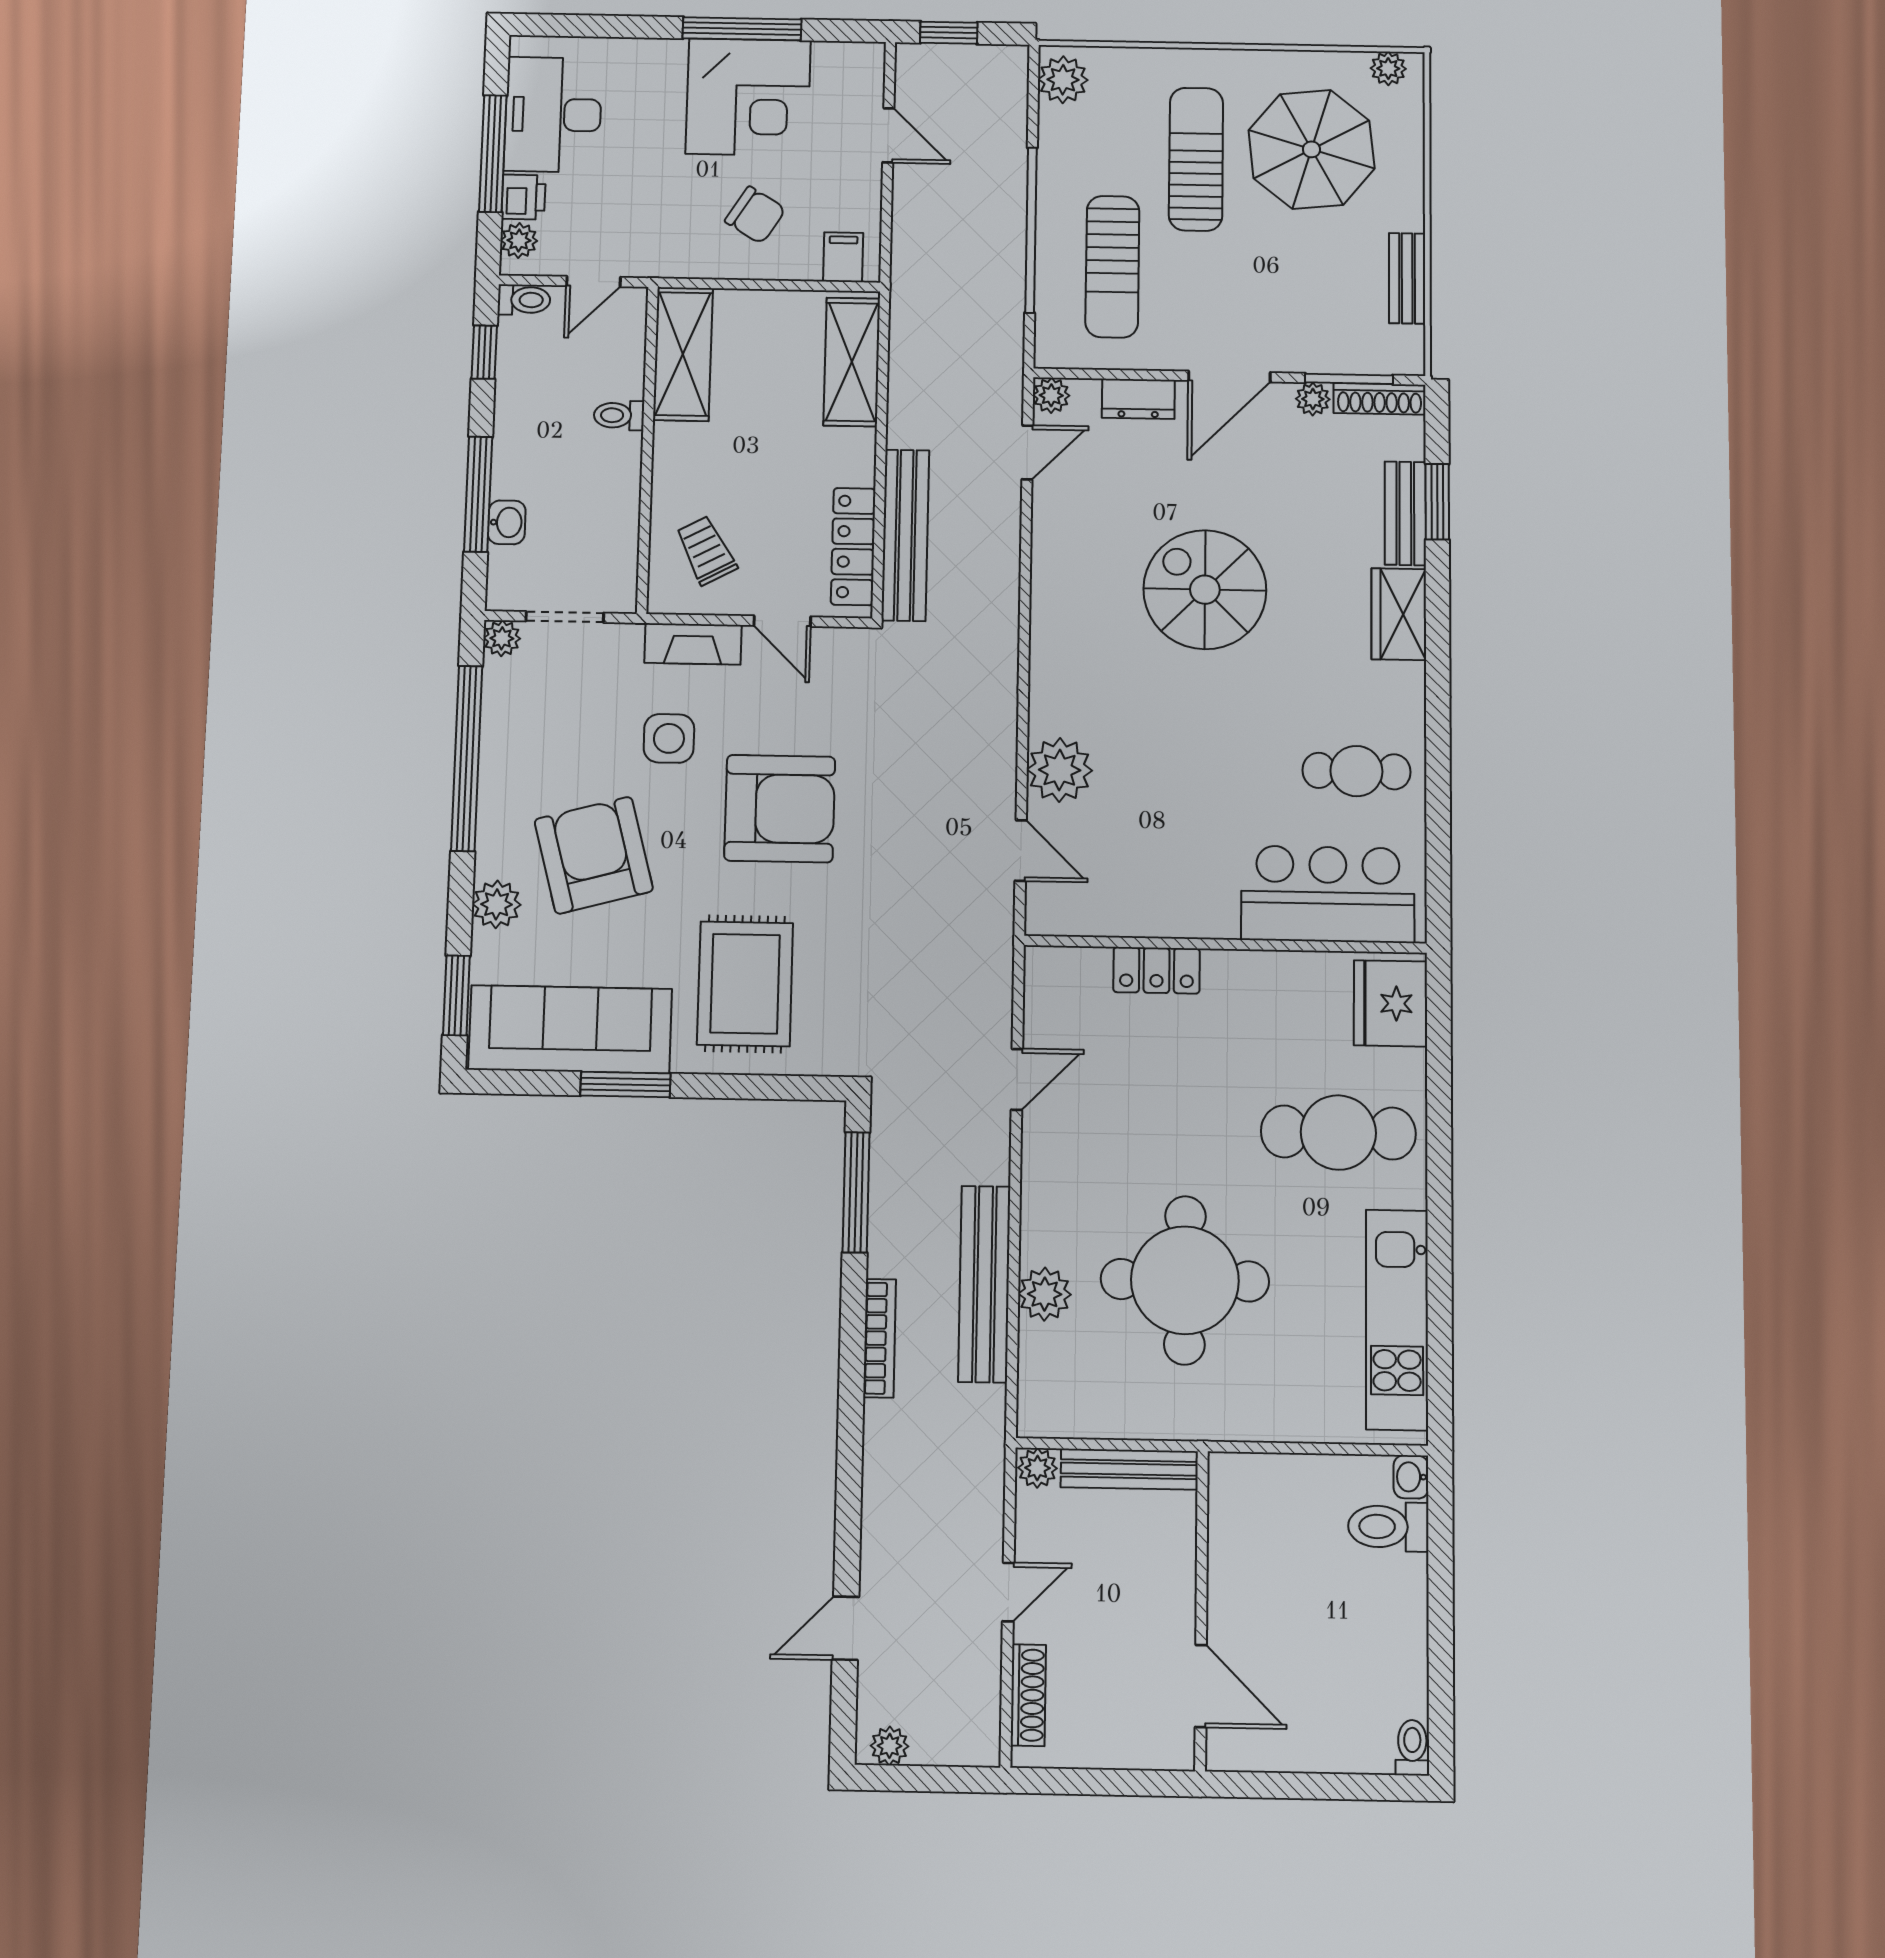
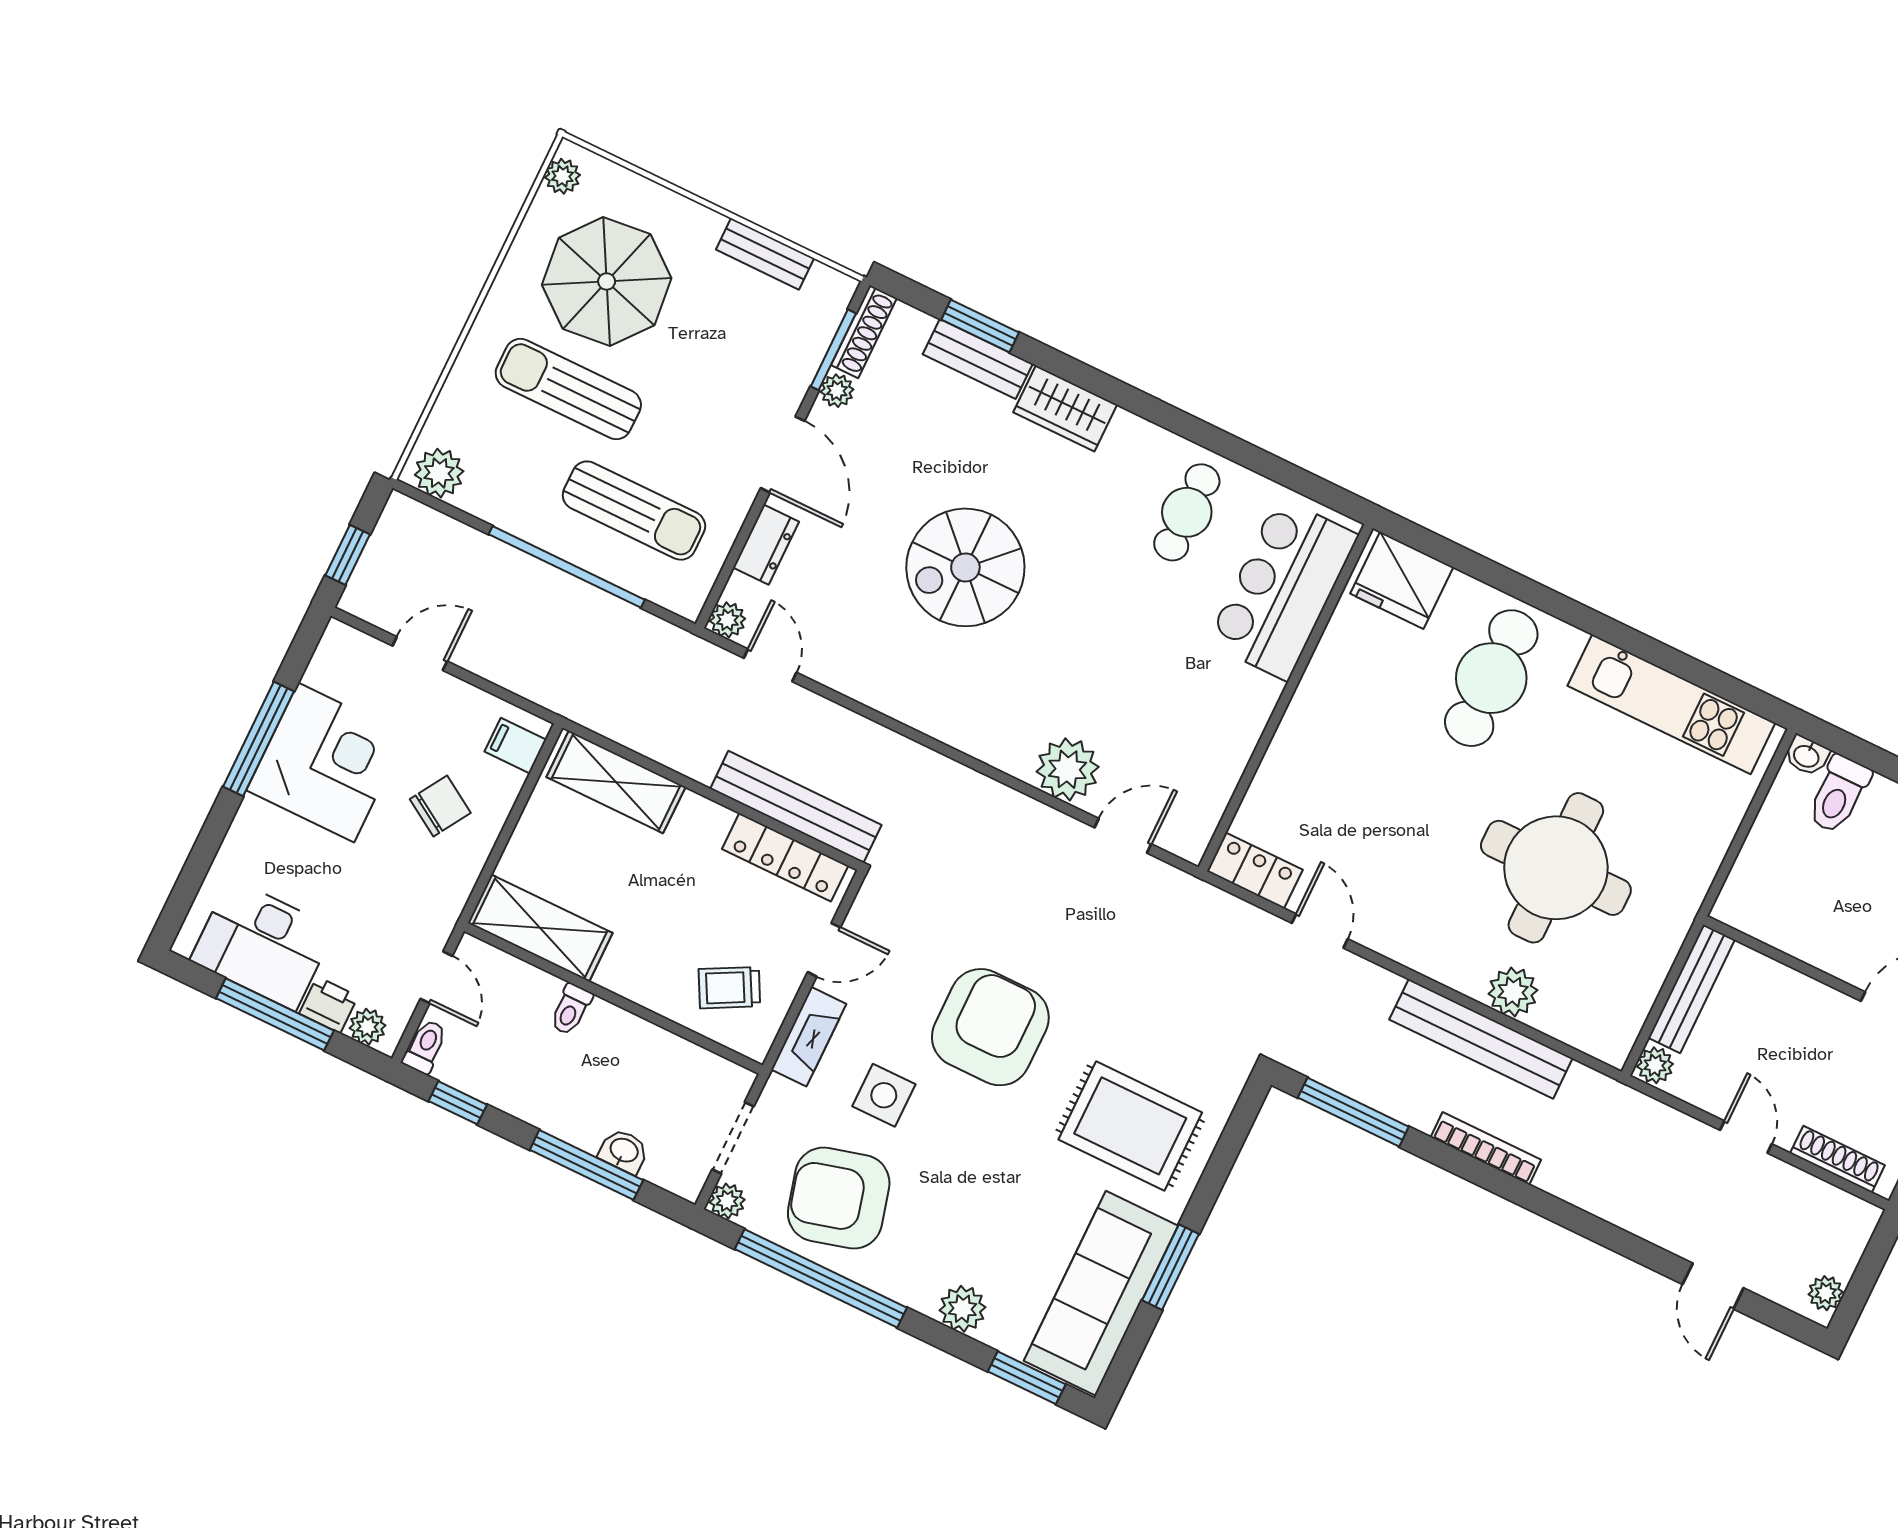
armchair: (594, 855) -> (839, 1198), moved
locker: (1157, 970) -> (1255, 871), moved, turned -90

